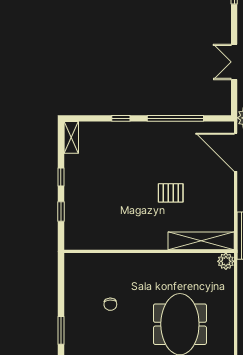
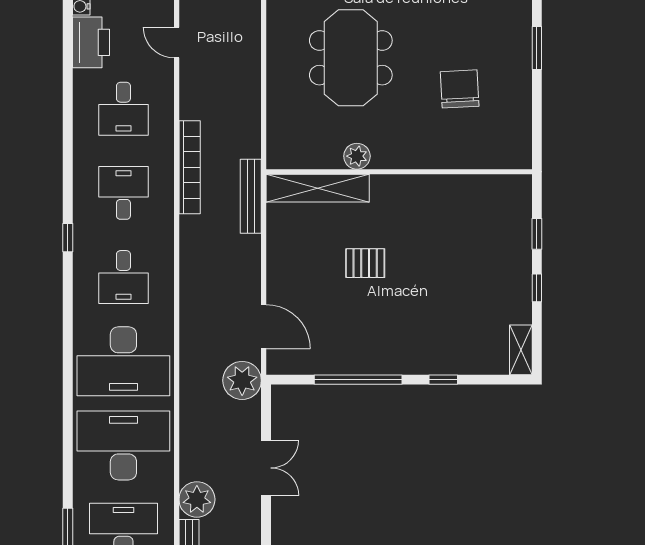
door: (236, 152) -> (264, 327), width x0.73
plant: (226, 261) -> (357, 156), moved
chair: (110, 304) -> (460, 89), width x1.87, depth x1.87

